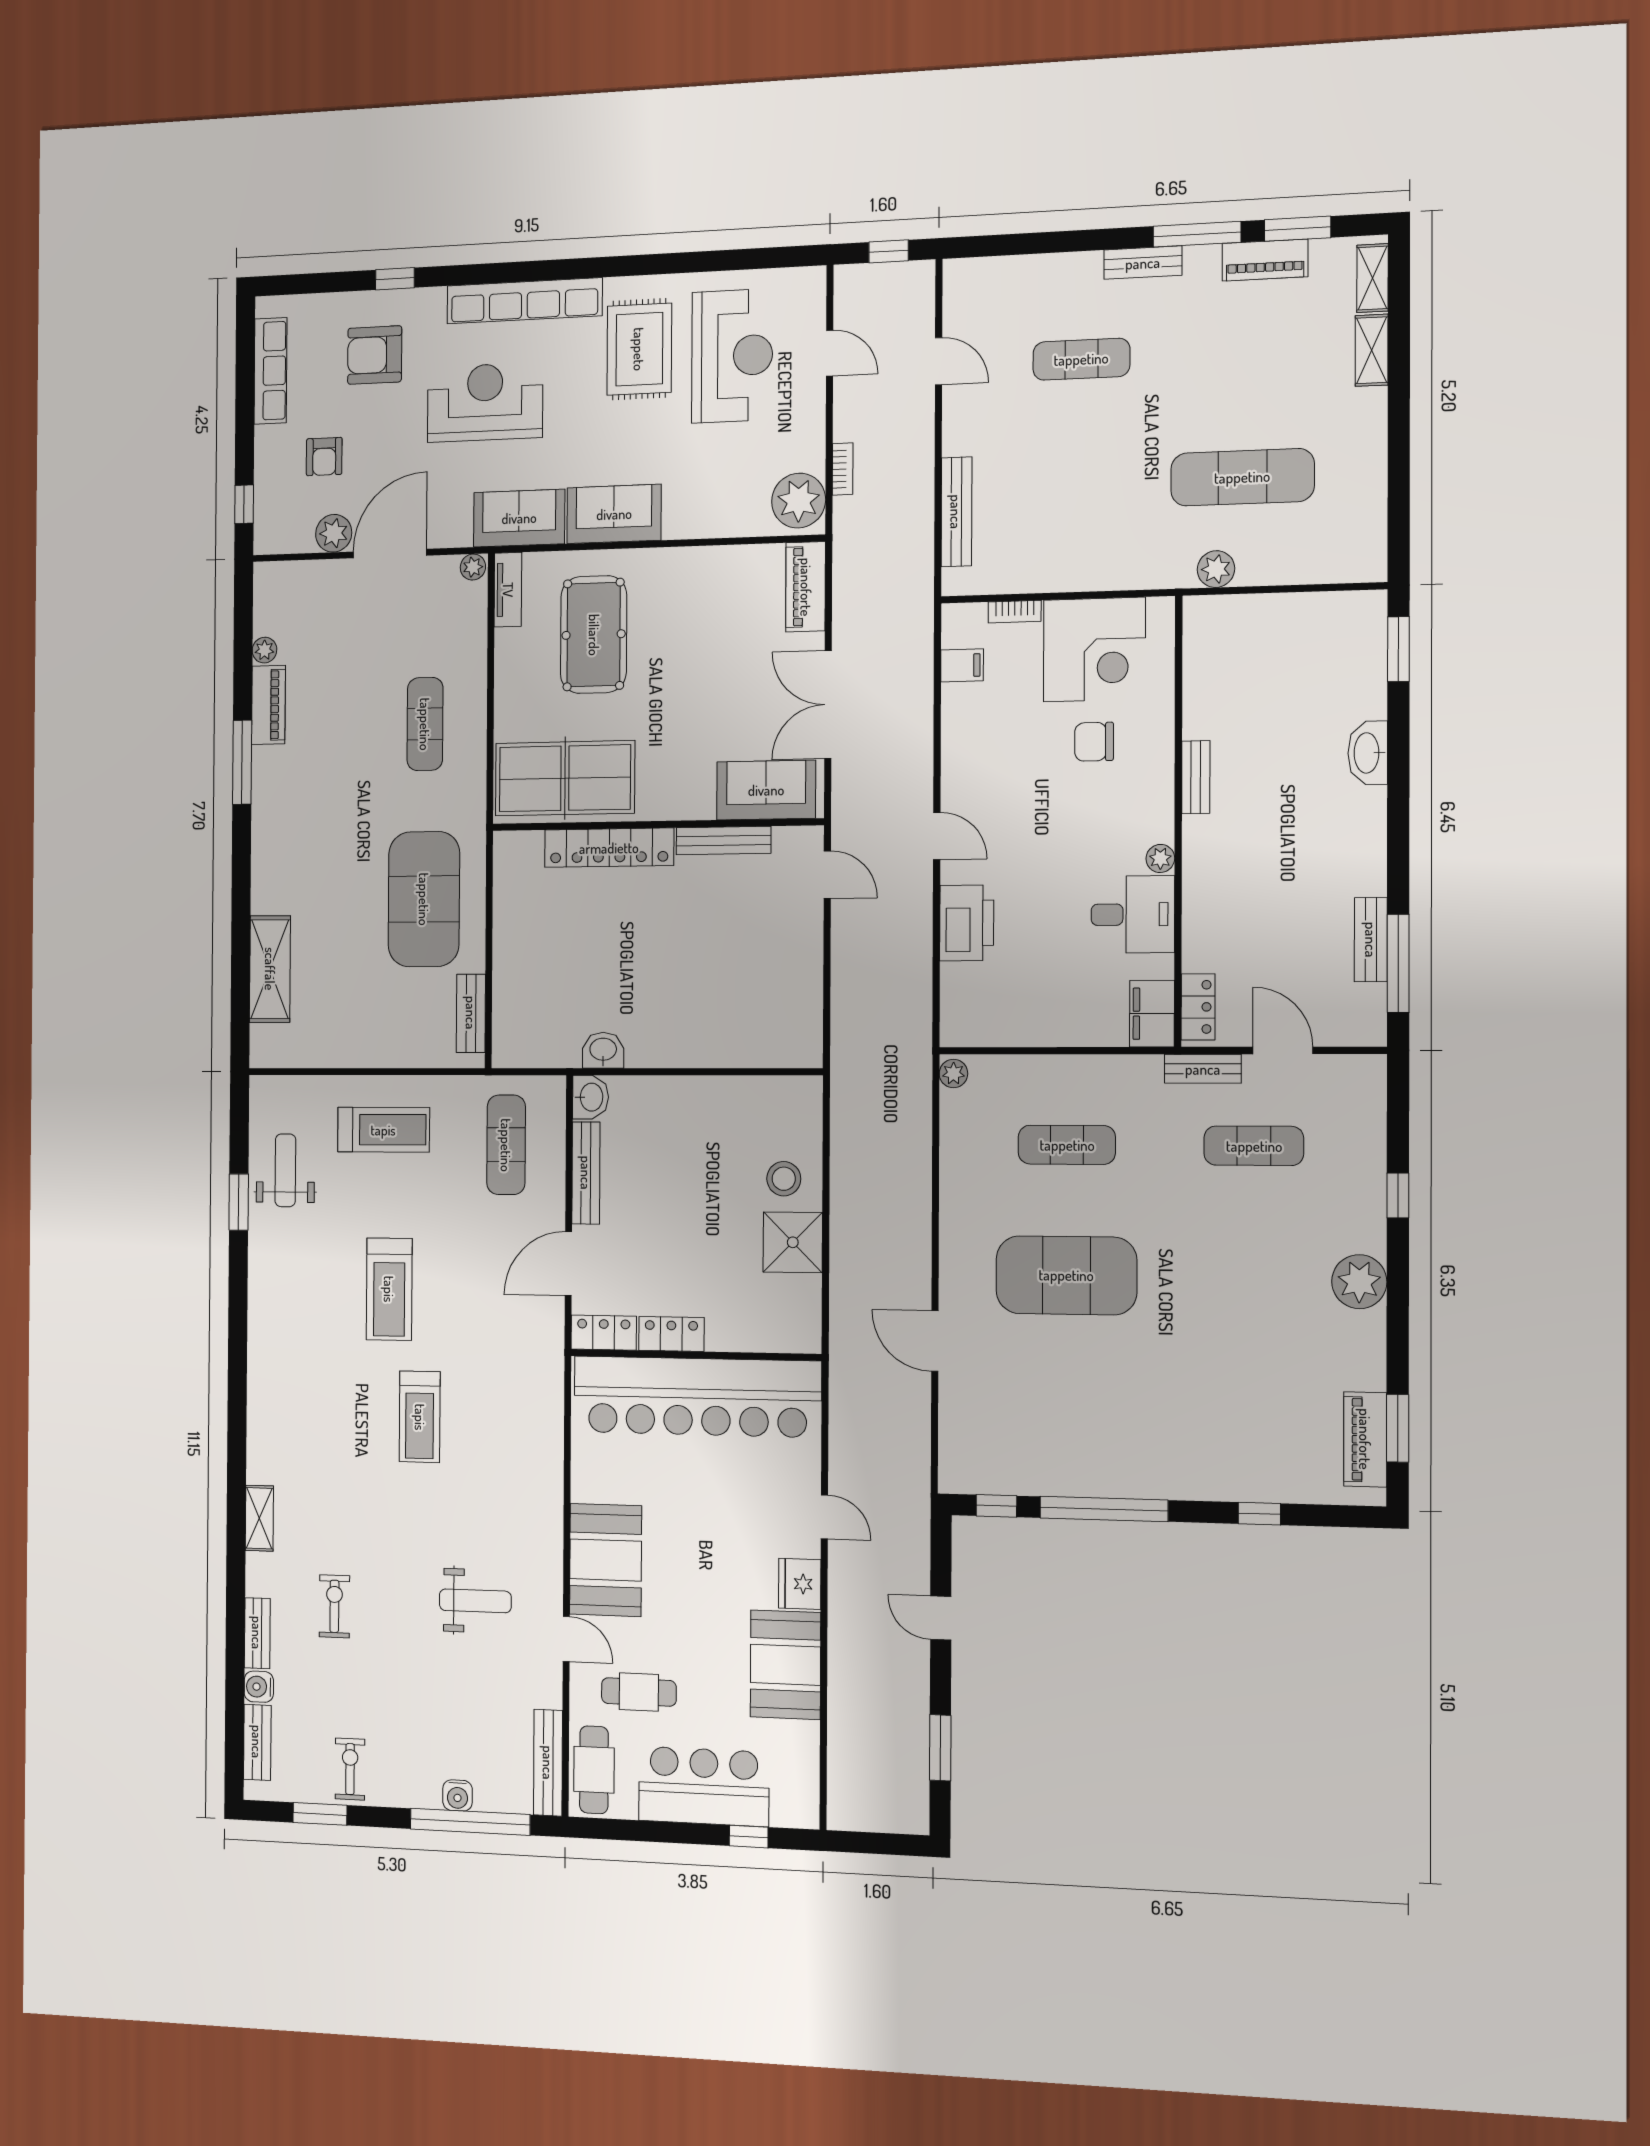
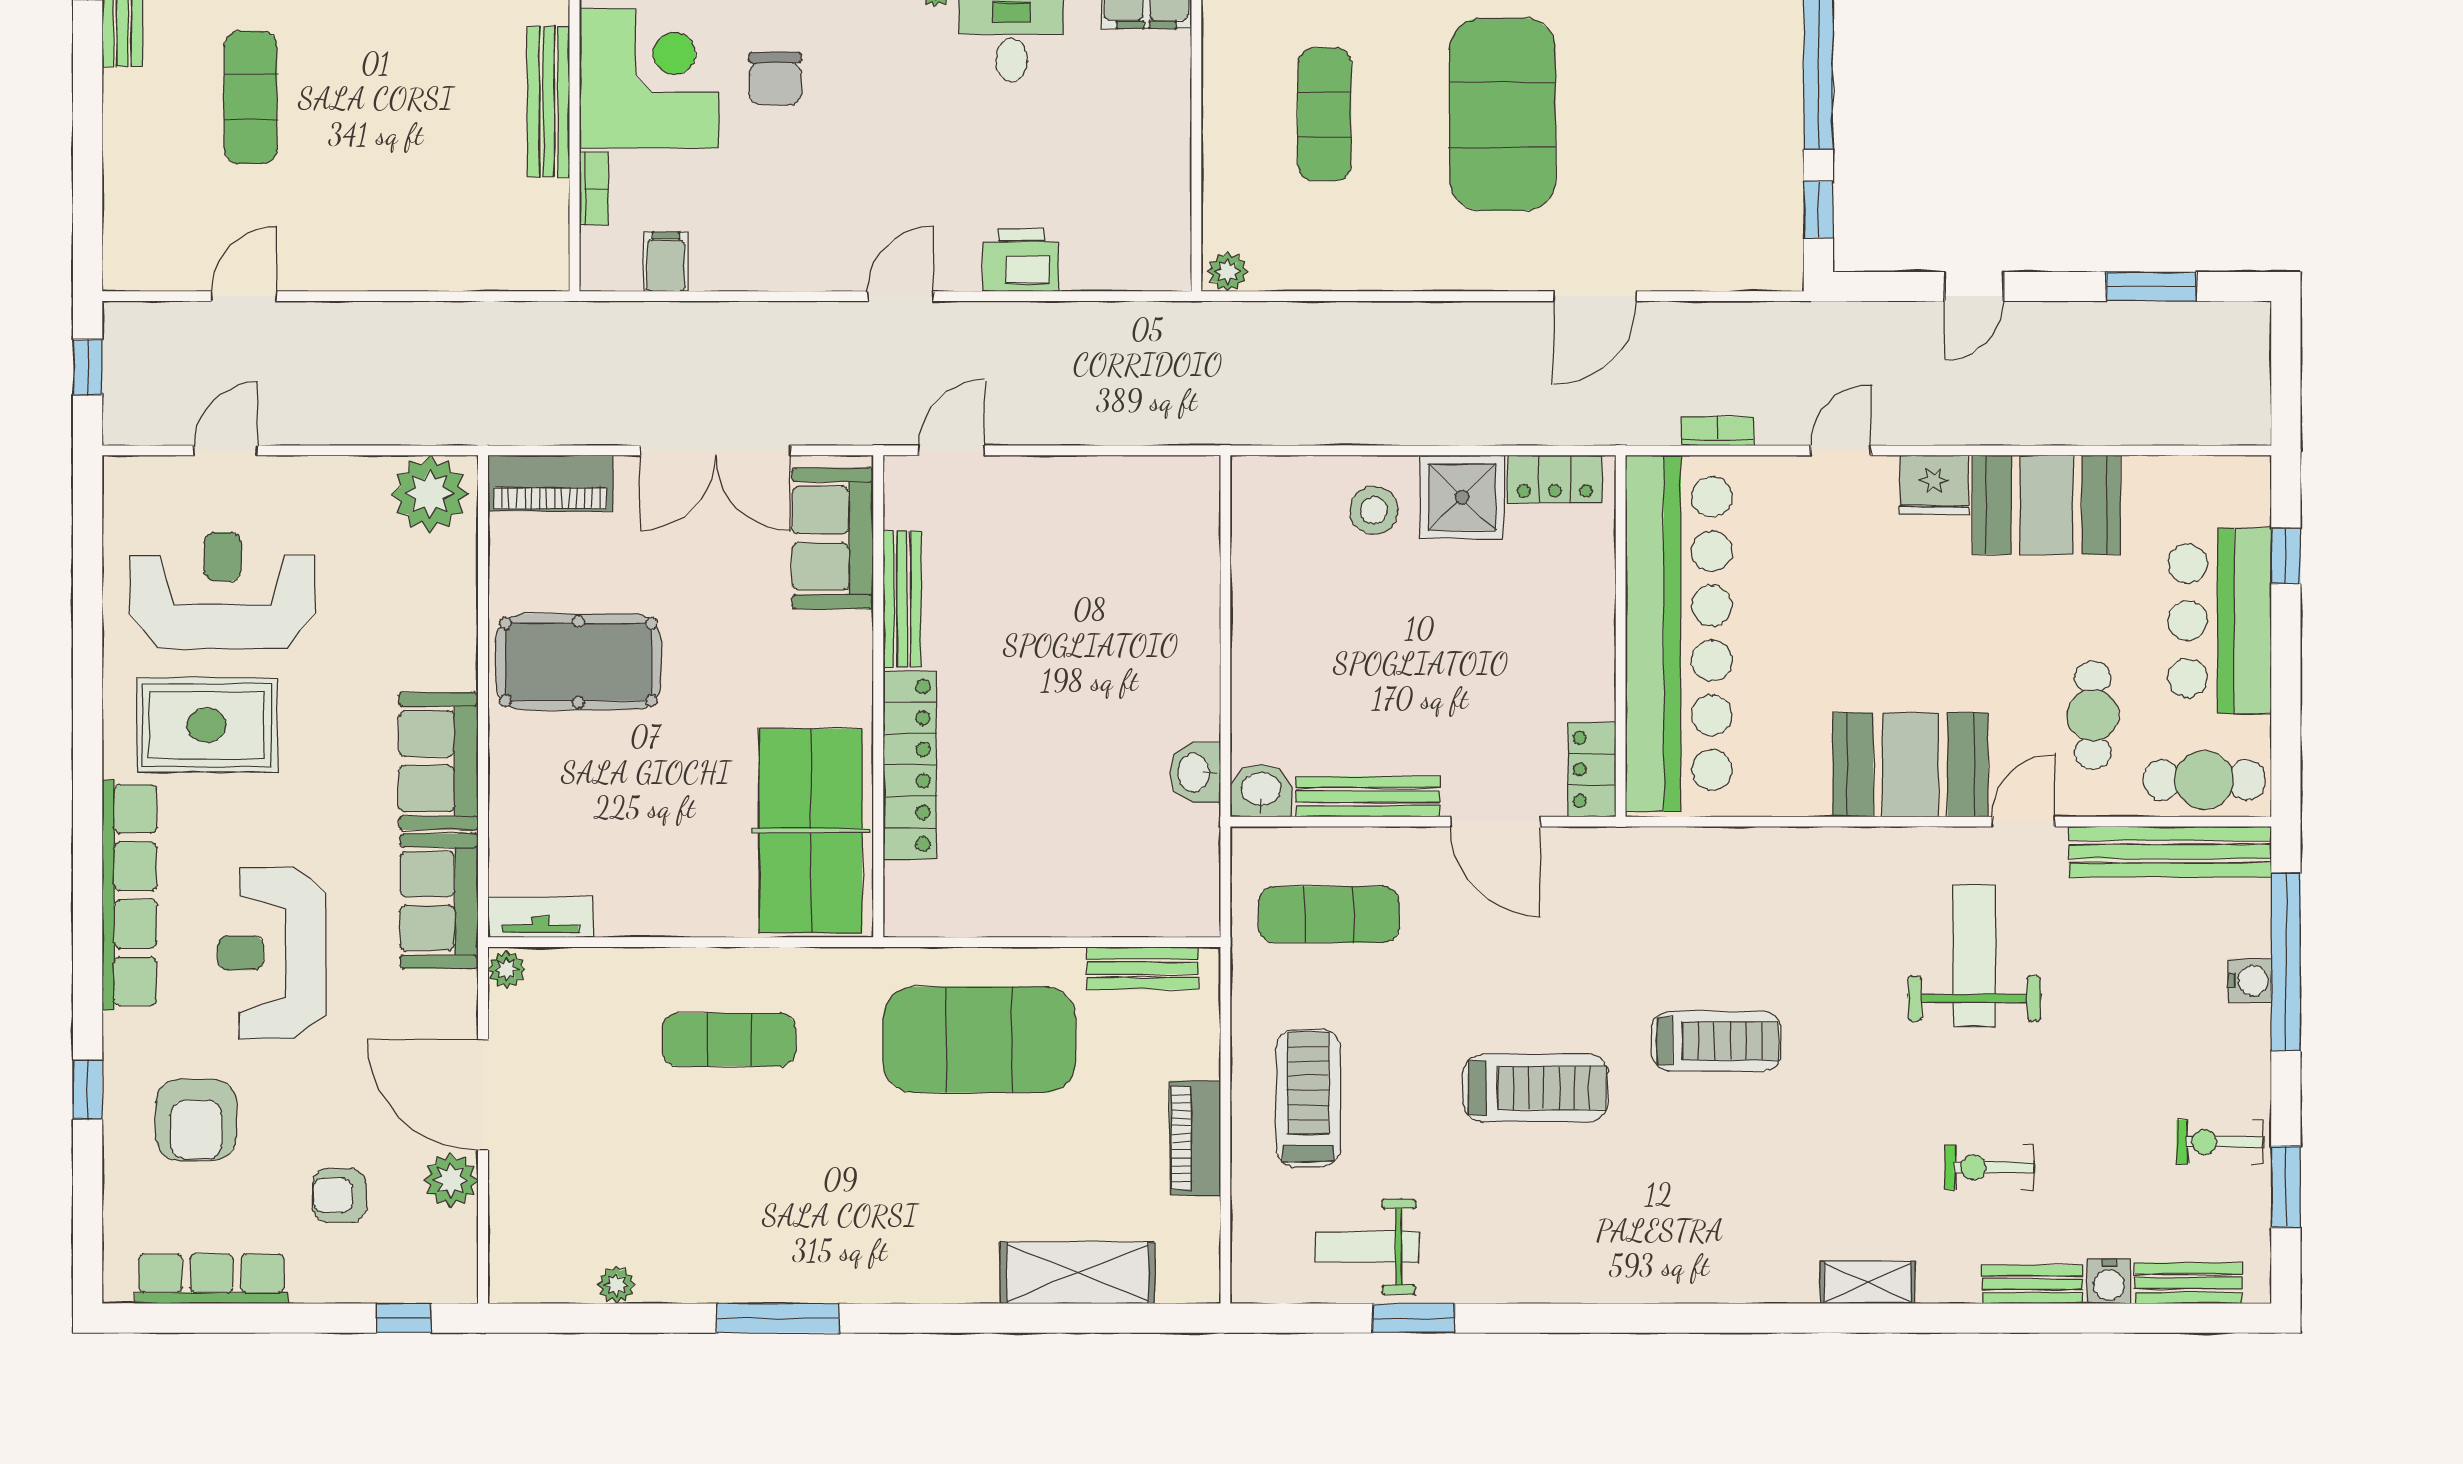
armchair: (324, 457) -> (339, 1195), turned 180
bookcase: (843, 469) -> (1717, 431), moved
bench: (956, 512) -> (549, 102), moved, turned 90
pool table: (594, 635) -> (578, 662), moved
piano: (268, 705) -> (1195, 1138), moved, turned -90
printer: (967, 923) -> (1021, 260), width x0.73, depth x0.84
locker: (671, 1334) -> (1555, 479), moved, turned -90
weight bench: (475, 1601) -> (1974, 956), width x1.36, depth x1.33
bench: (548, 1763) -> (2170, 852), width x1.37, depth x1.21

